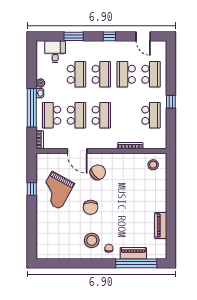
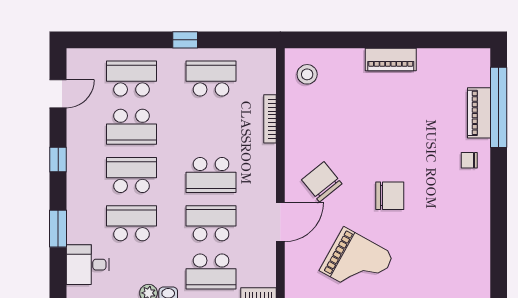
school desk: (101, 115) -> (211, 175), turned 180
piano: (161, 225) -> (391, 60), moved
stool: (92, 240) -> (454, 194), removed

